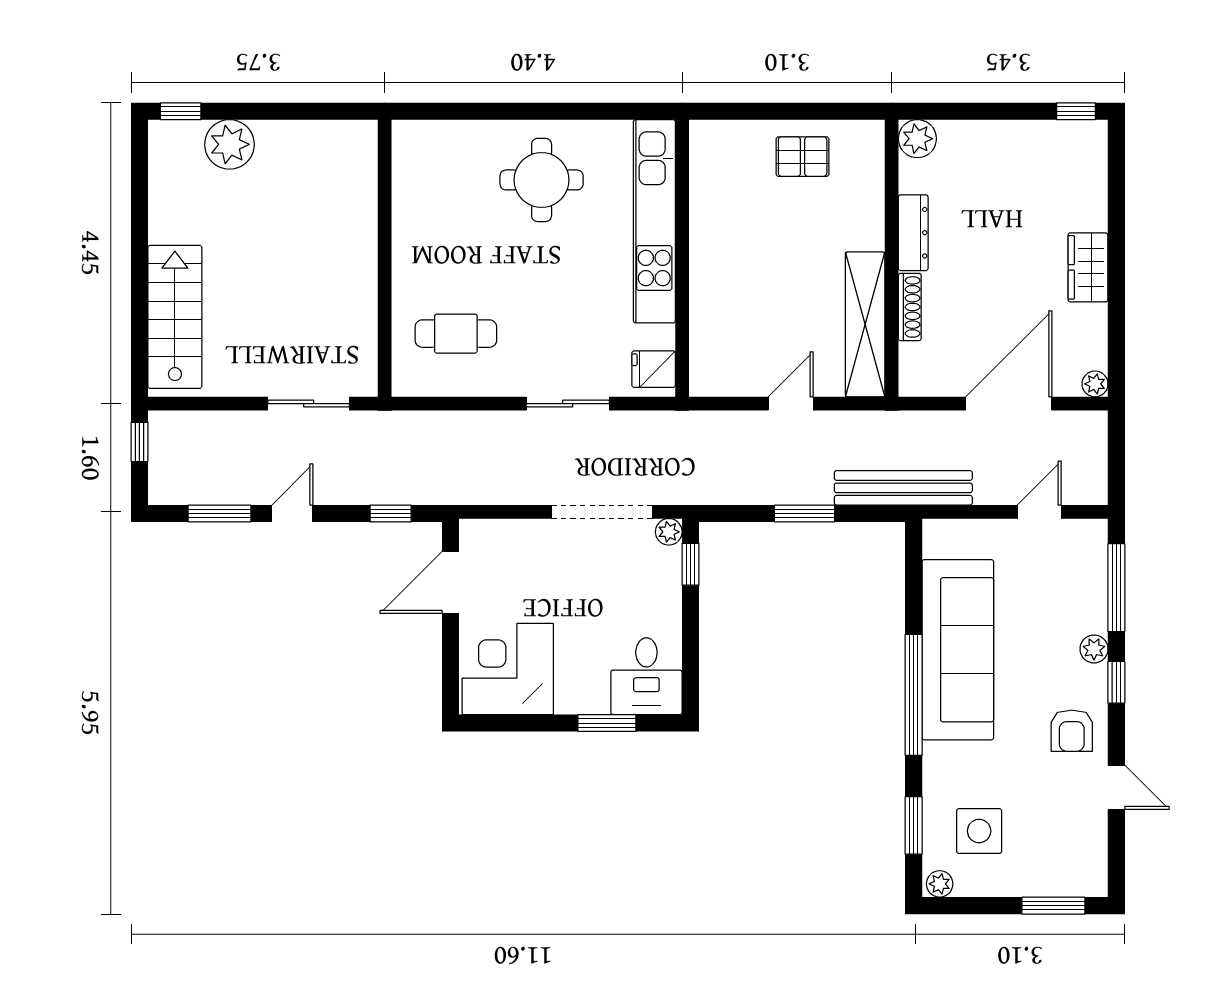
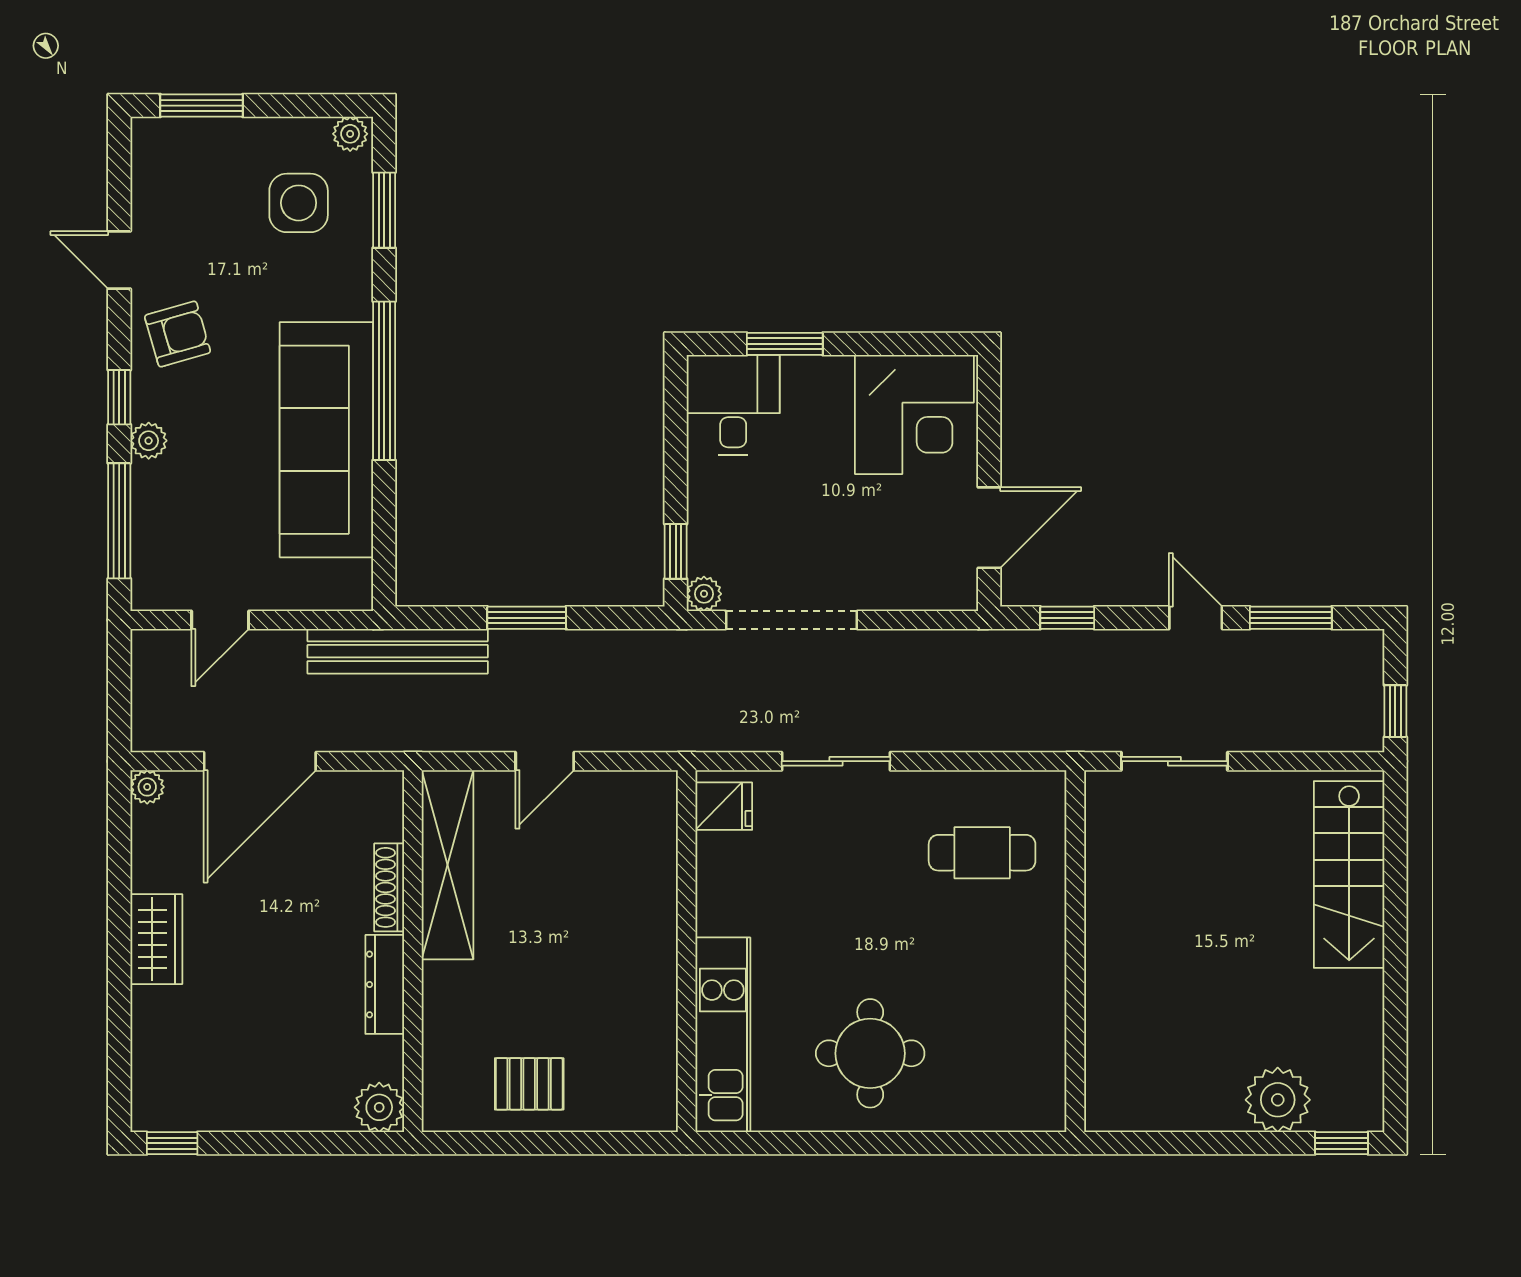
kitchen unit: (654, 221) -> (723, 1035), width x0.73
door: (292, 513) -> (1196, 618), swing flipped
armchair: (1072, 731) -> (178, 334), turned 74

